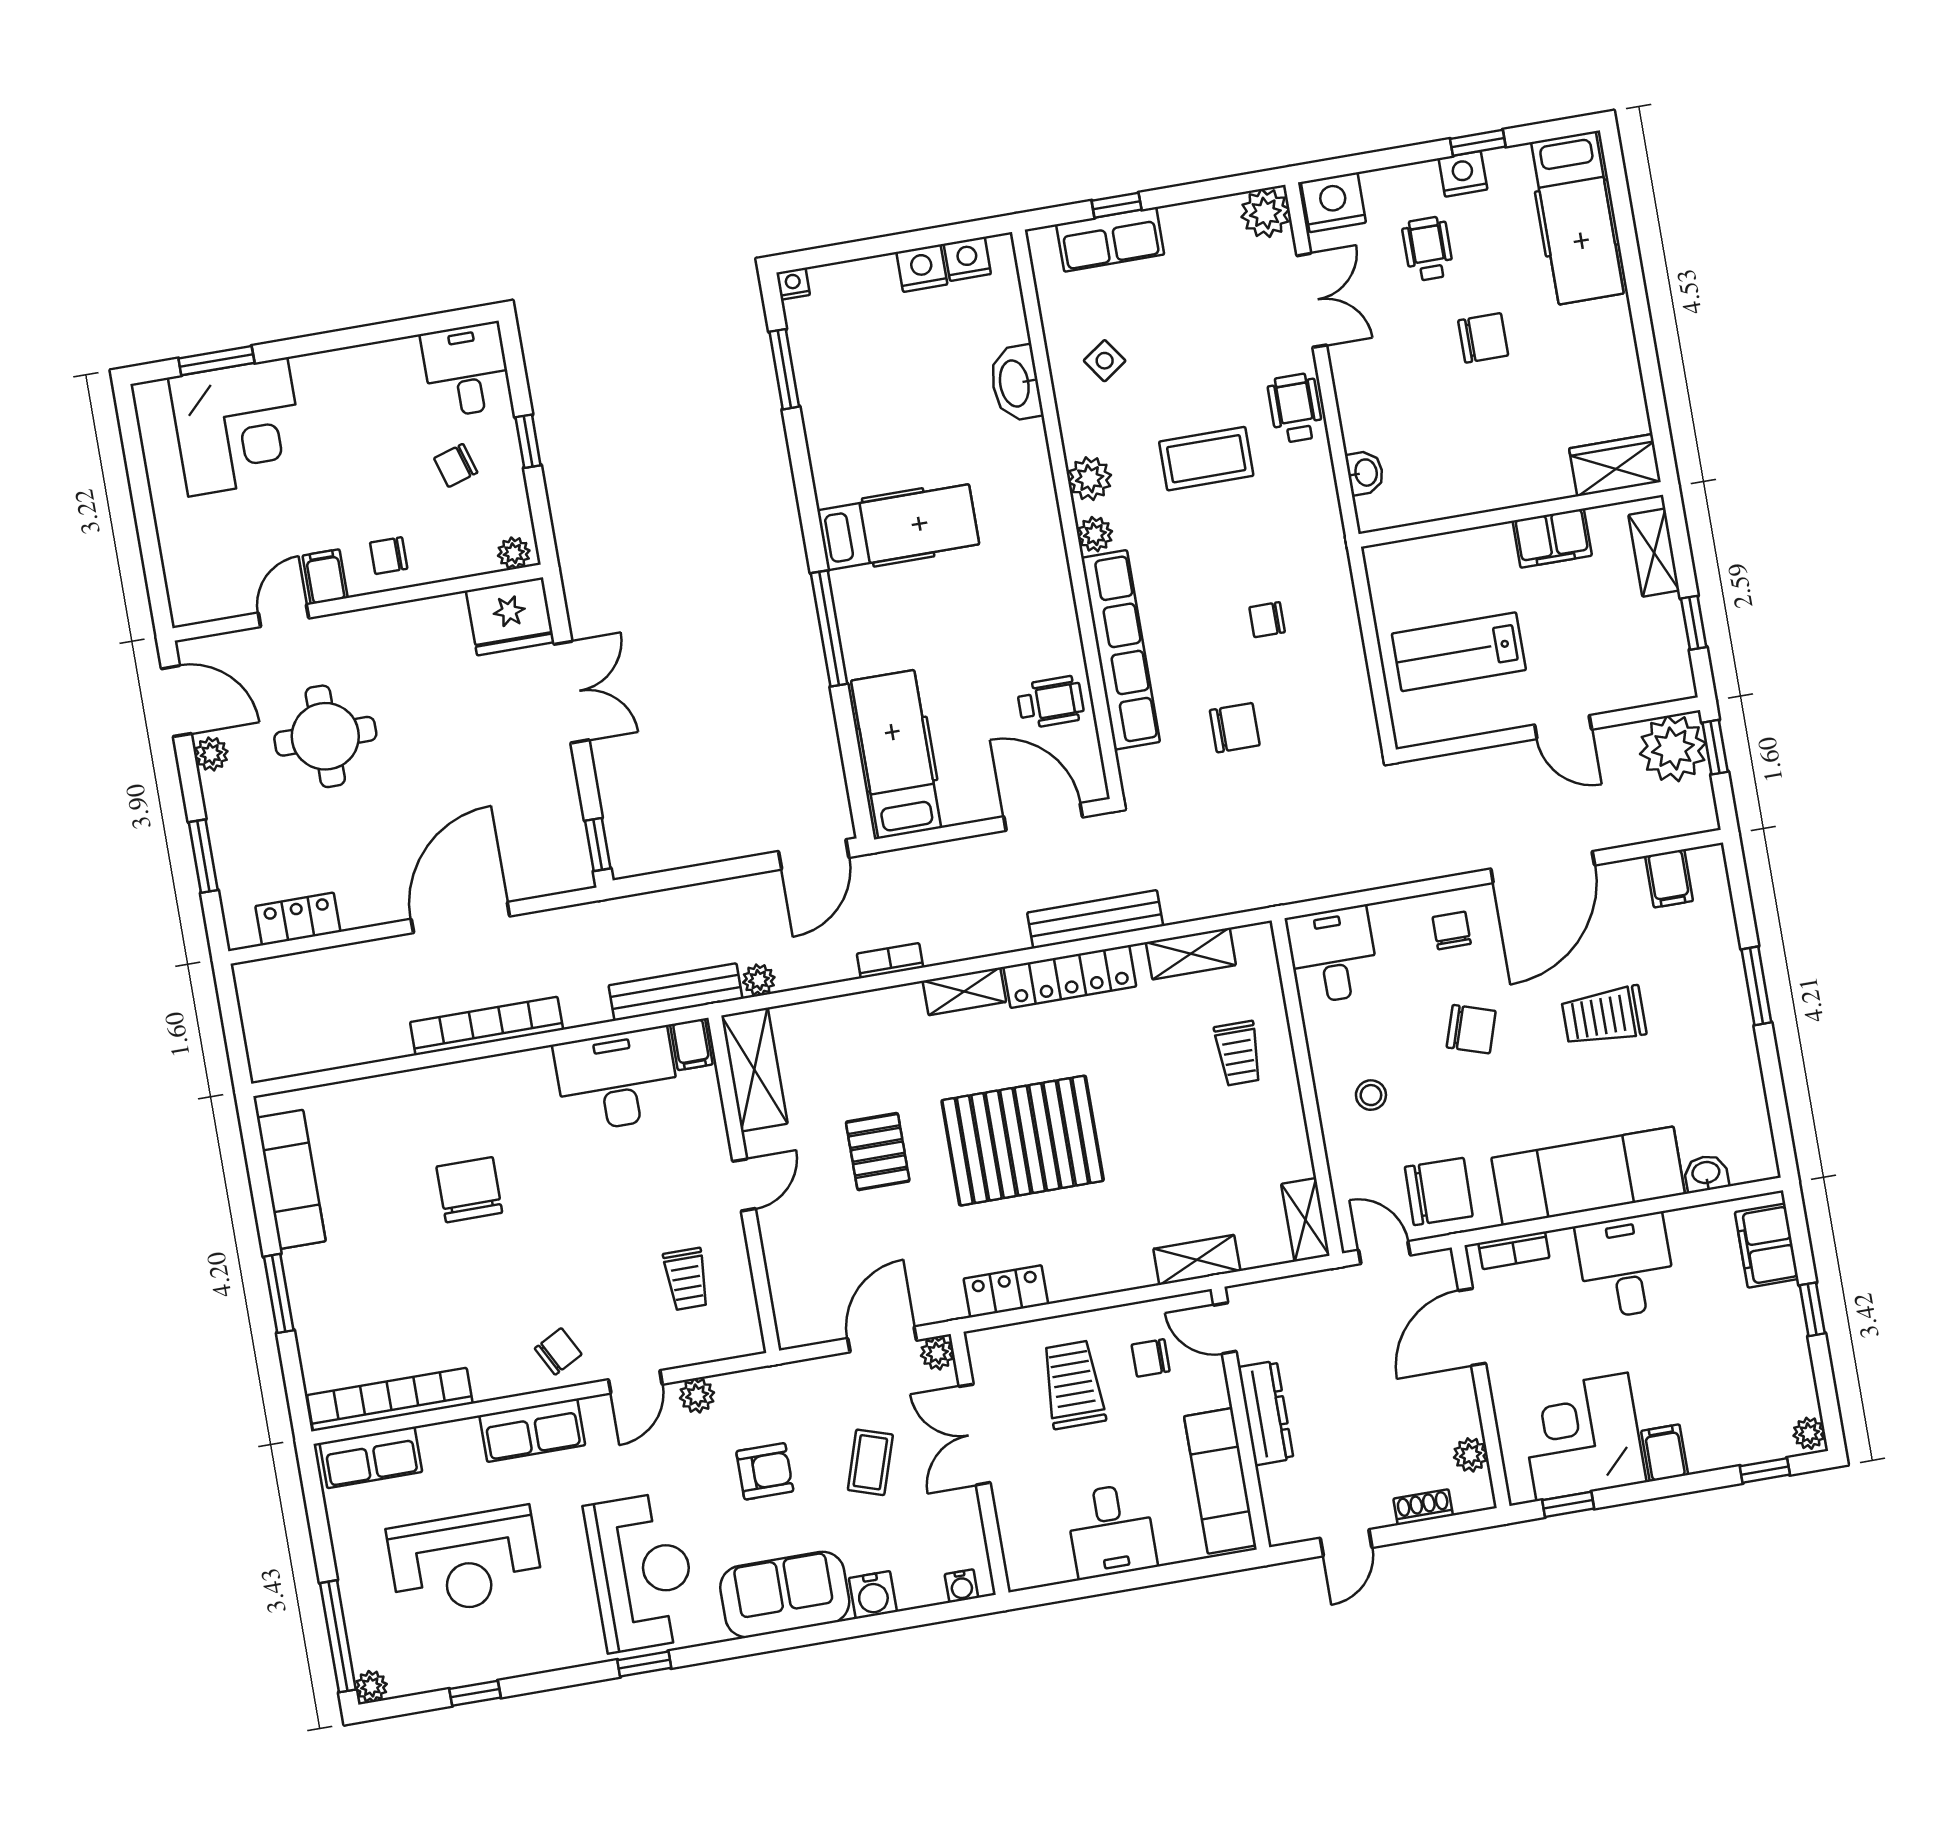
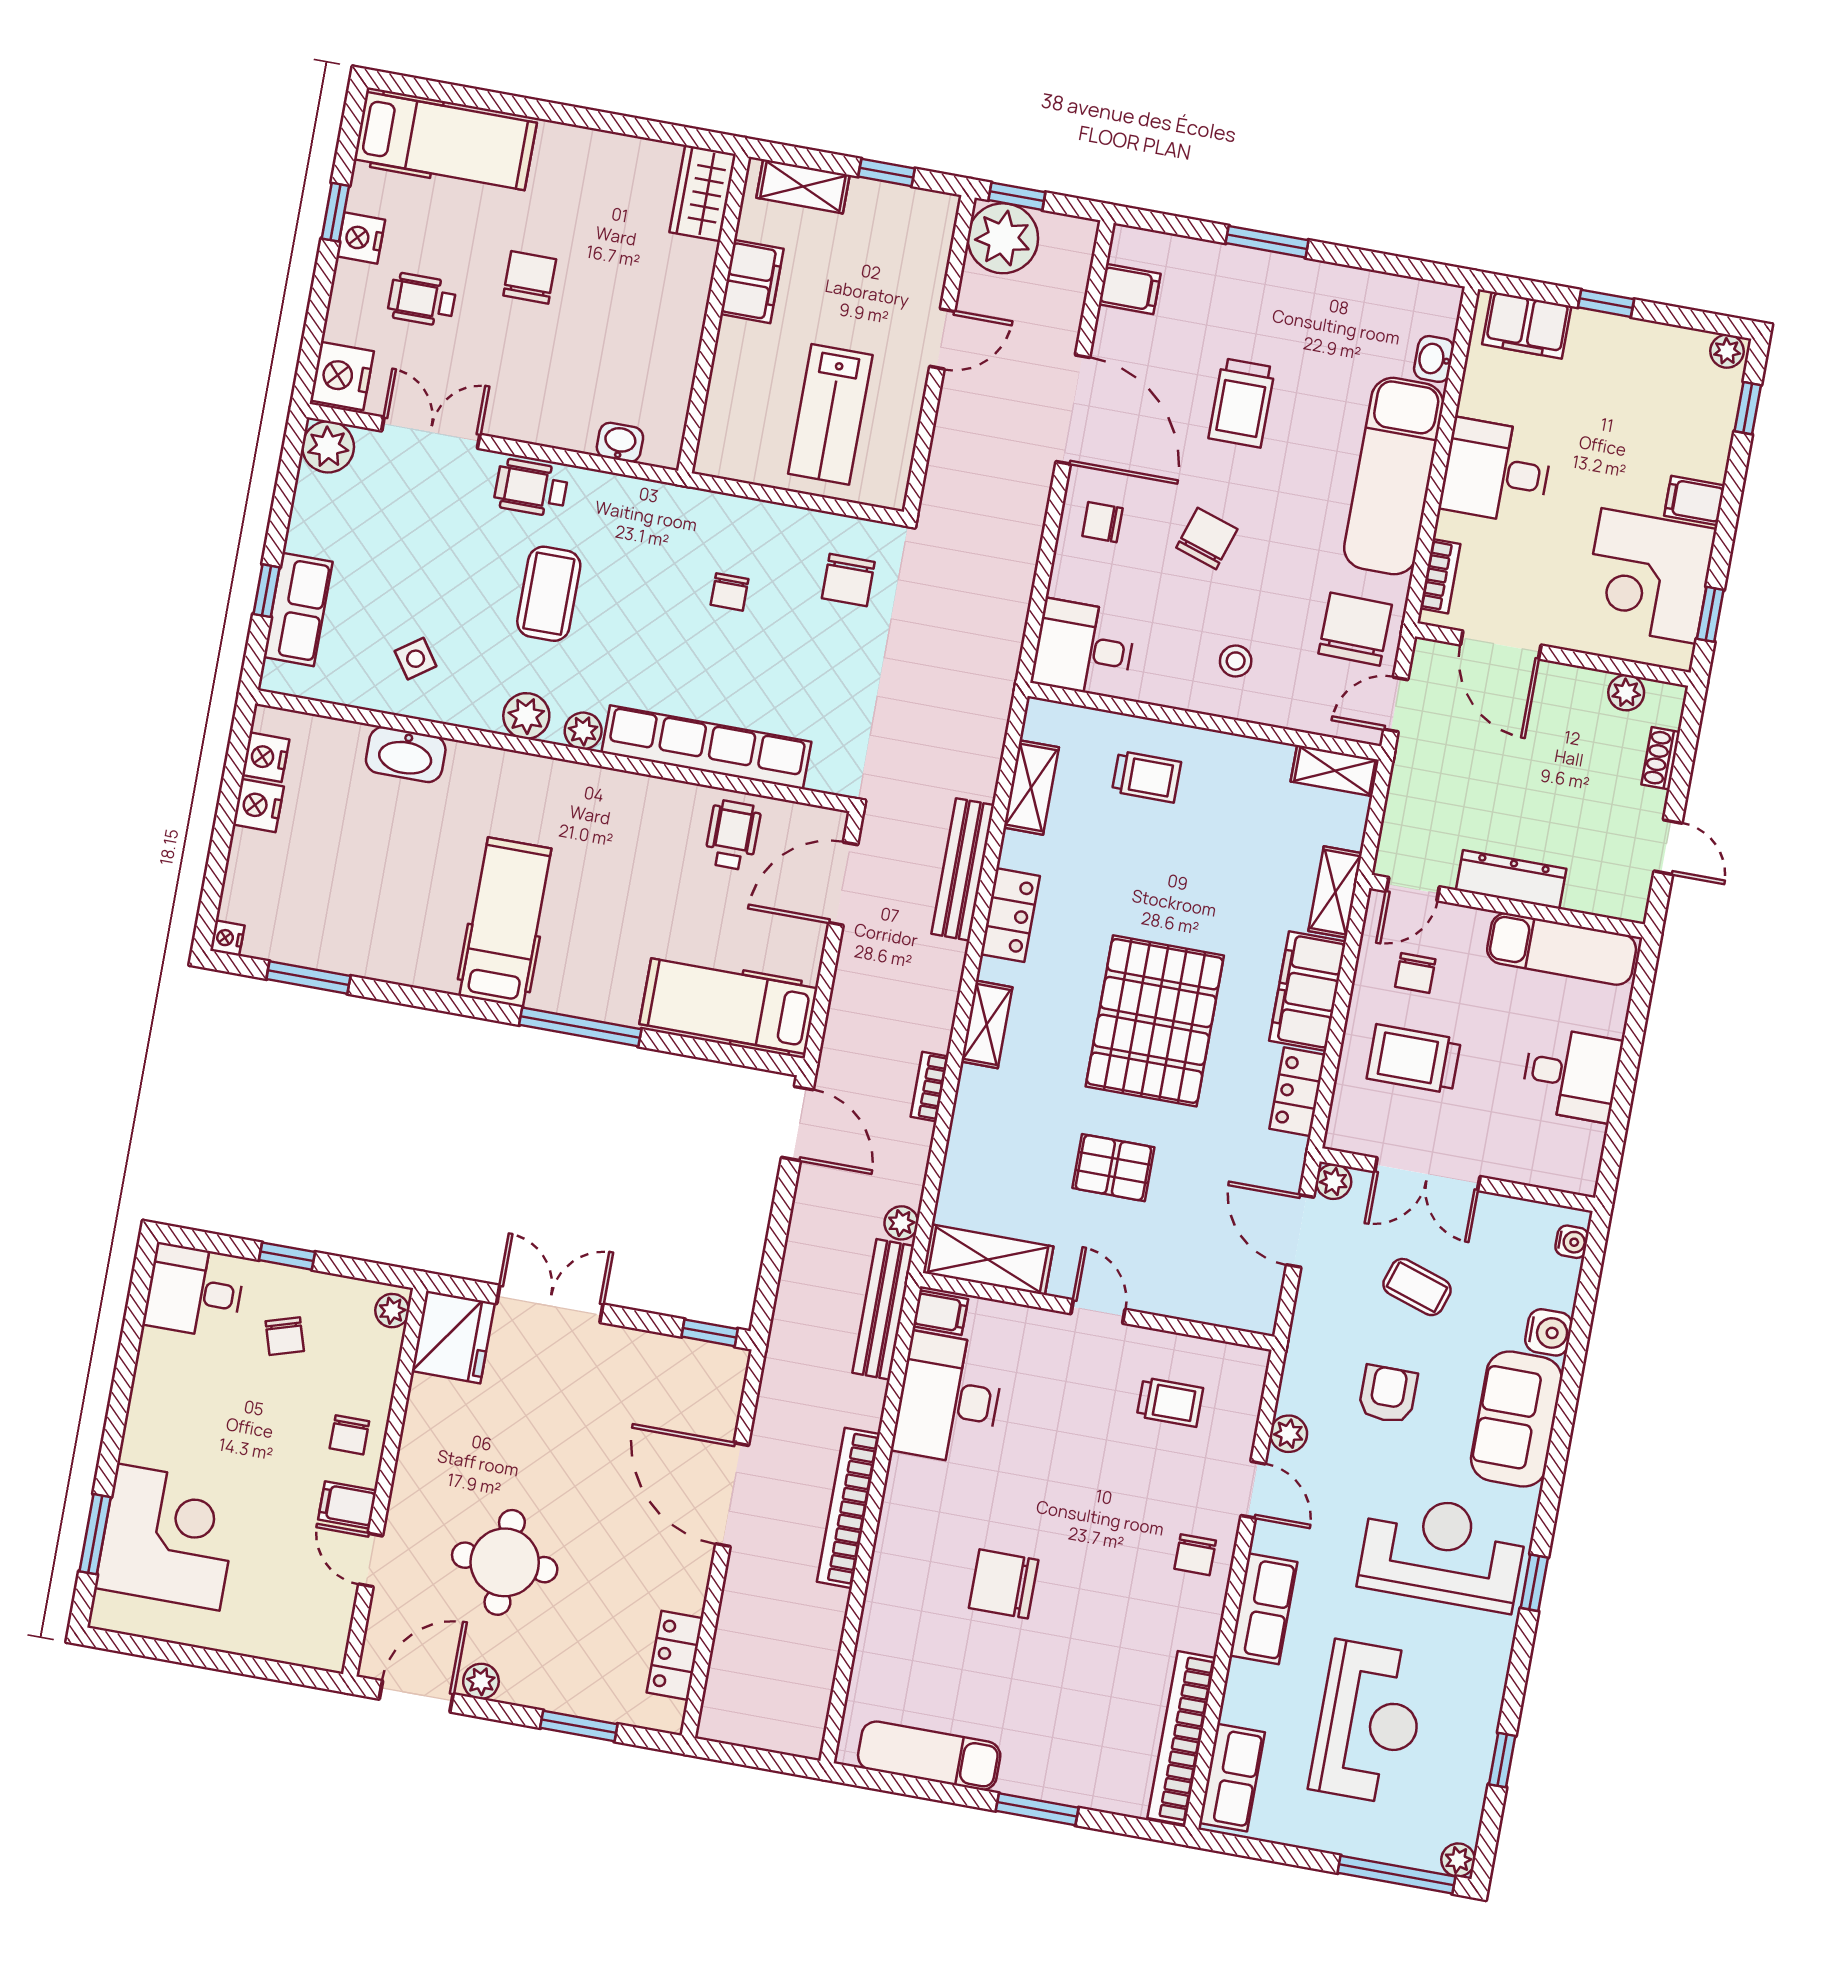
chair: (1235, 728) -> (848, 580), moved, turned 180
locker: (1070, 977) -> (1010, 915), width x0.66
filing cabinet: (1099, 1268) -> (1308, 991), added
chair: (558, 1351) -> (1195, 1555), turned -152

